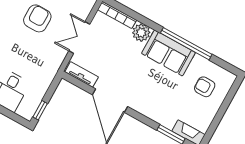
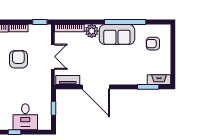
double door: (79, 38) -> (53, 57), swing flipped
window: (40, 110) -> (53, 108), moved

